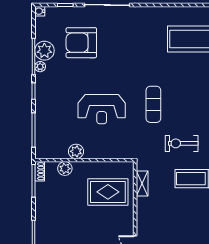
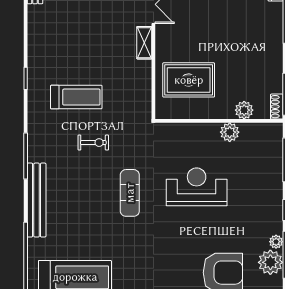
exercise bike: (182, 143) -> (93, 143), width x0.73, depth x0.72
shelving: (142, 184) -> (144, 43), moved

